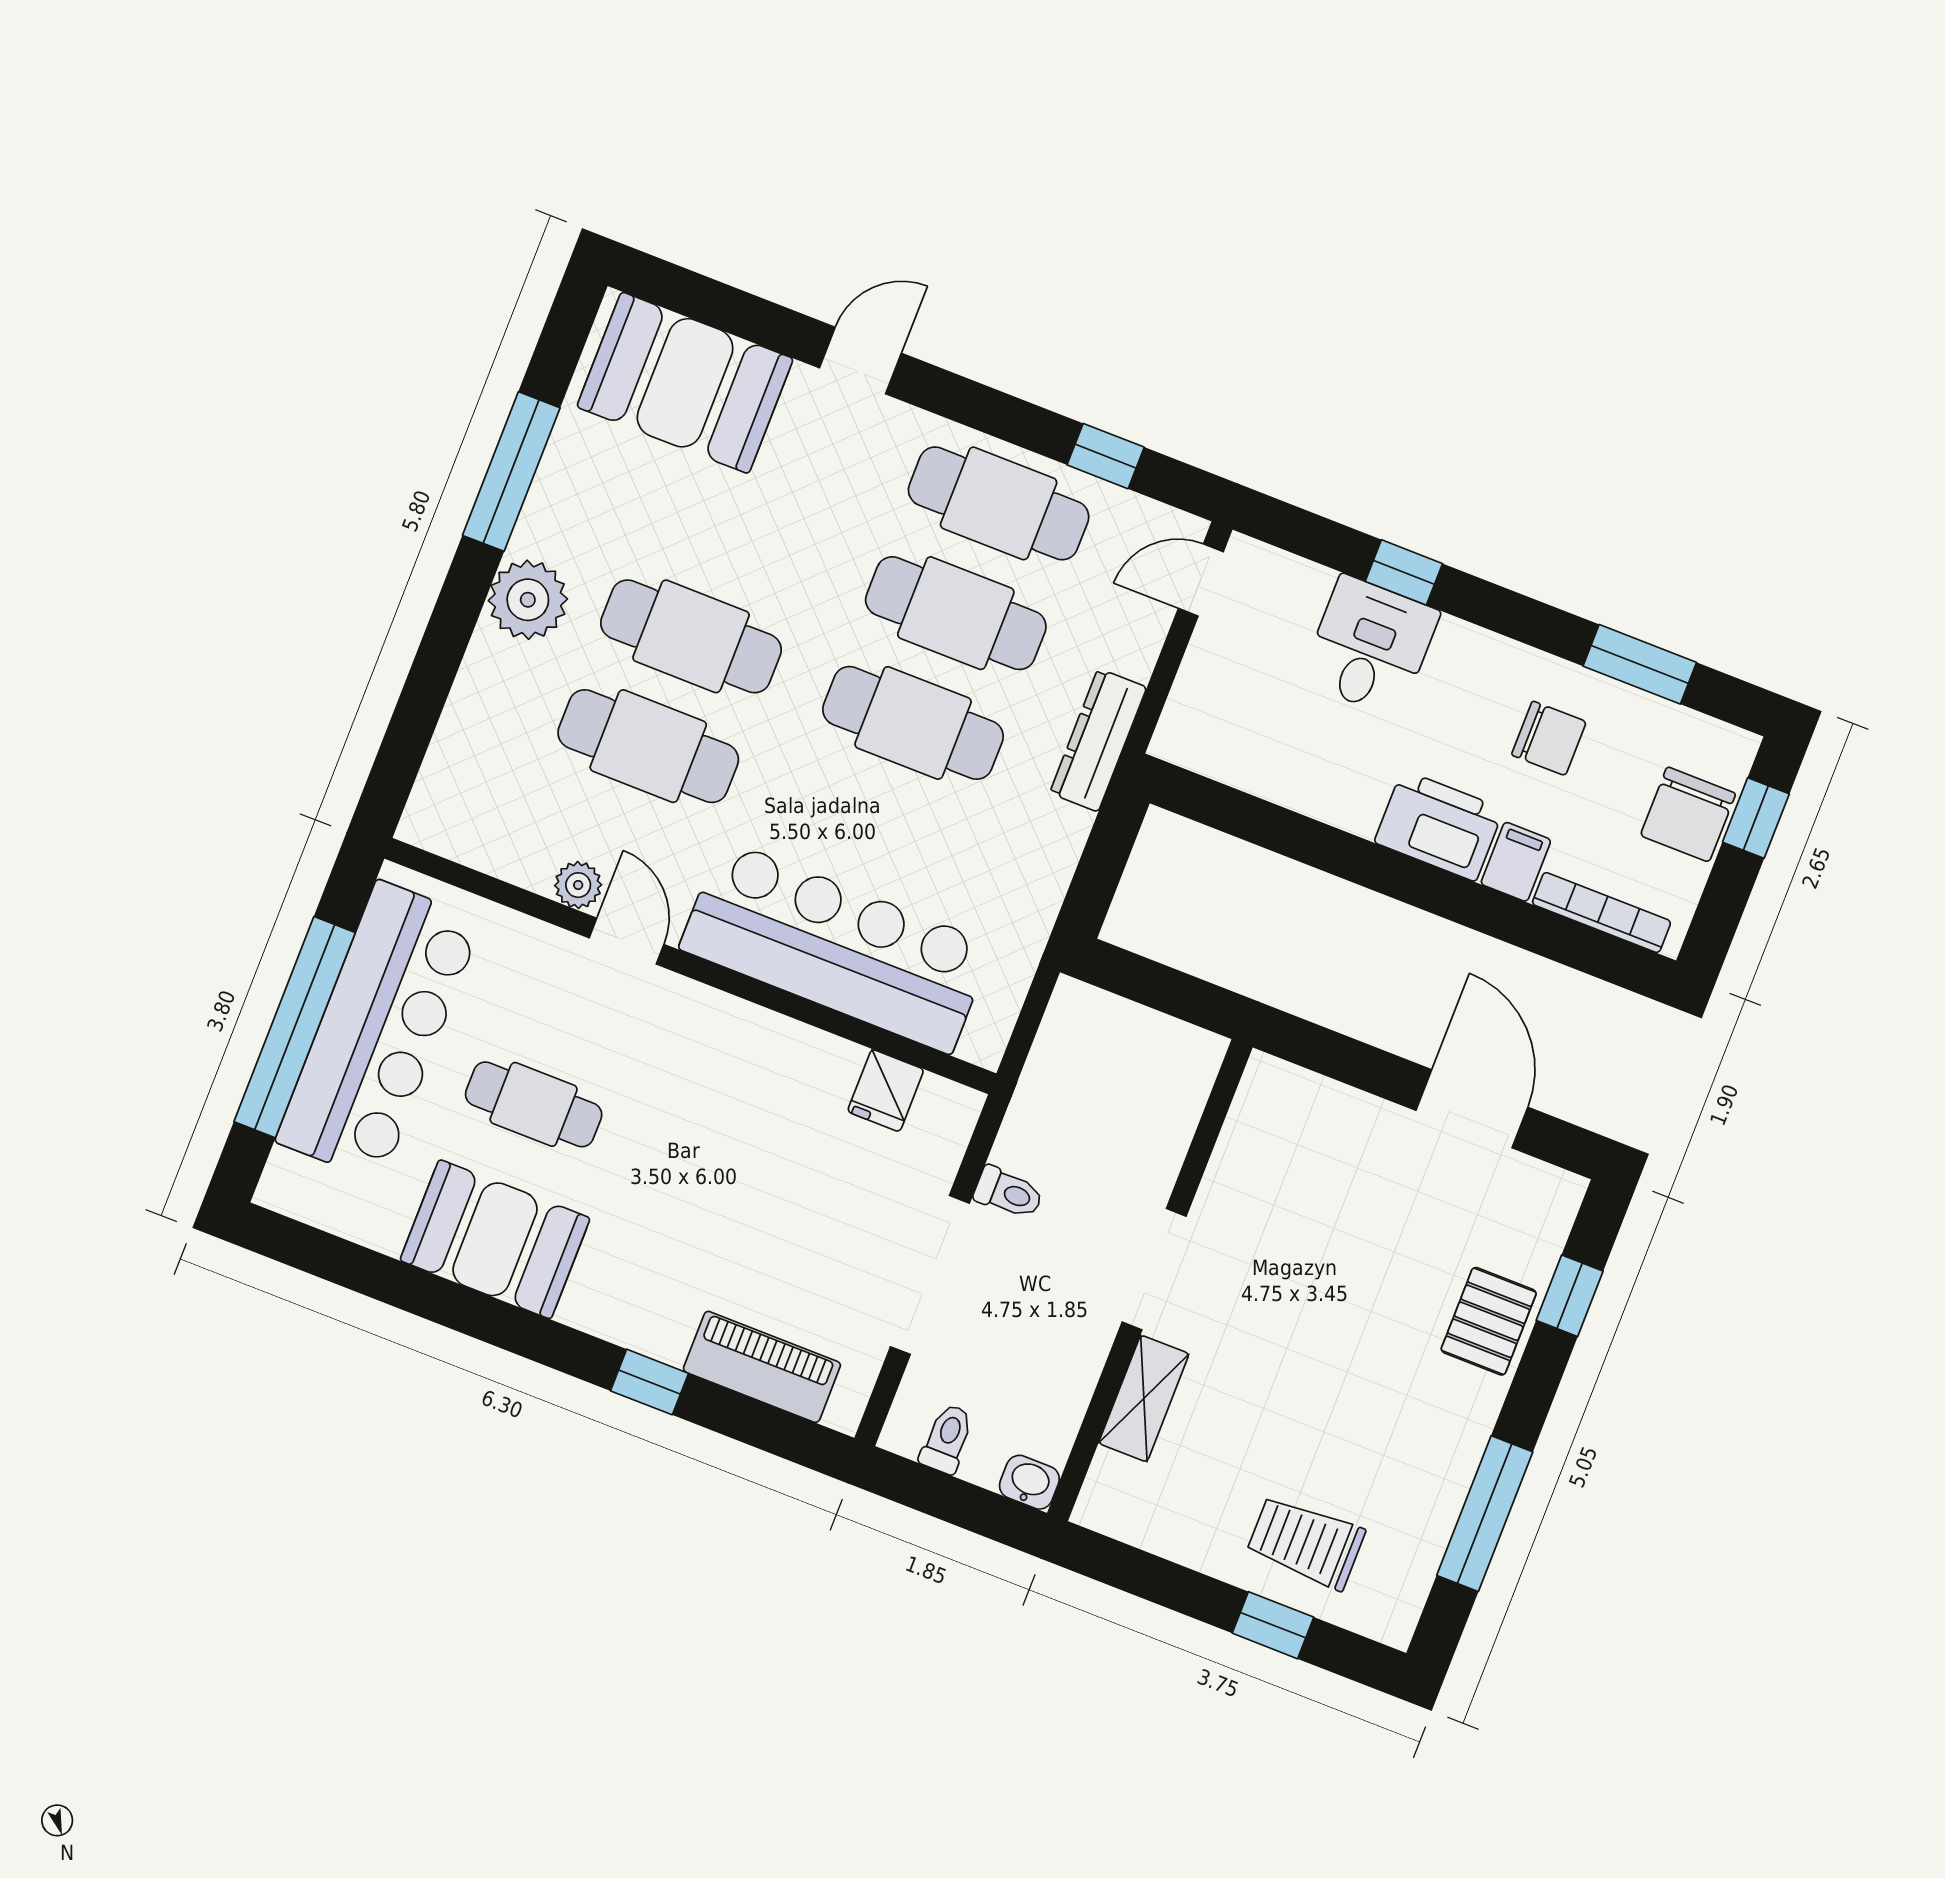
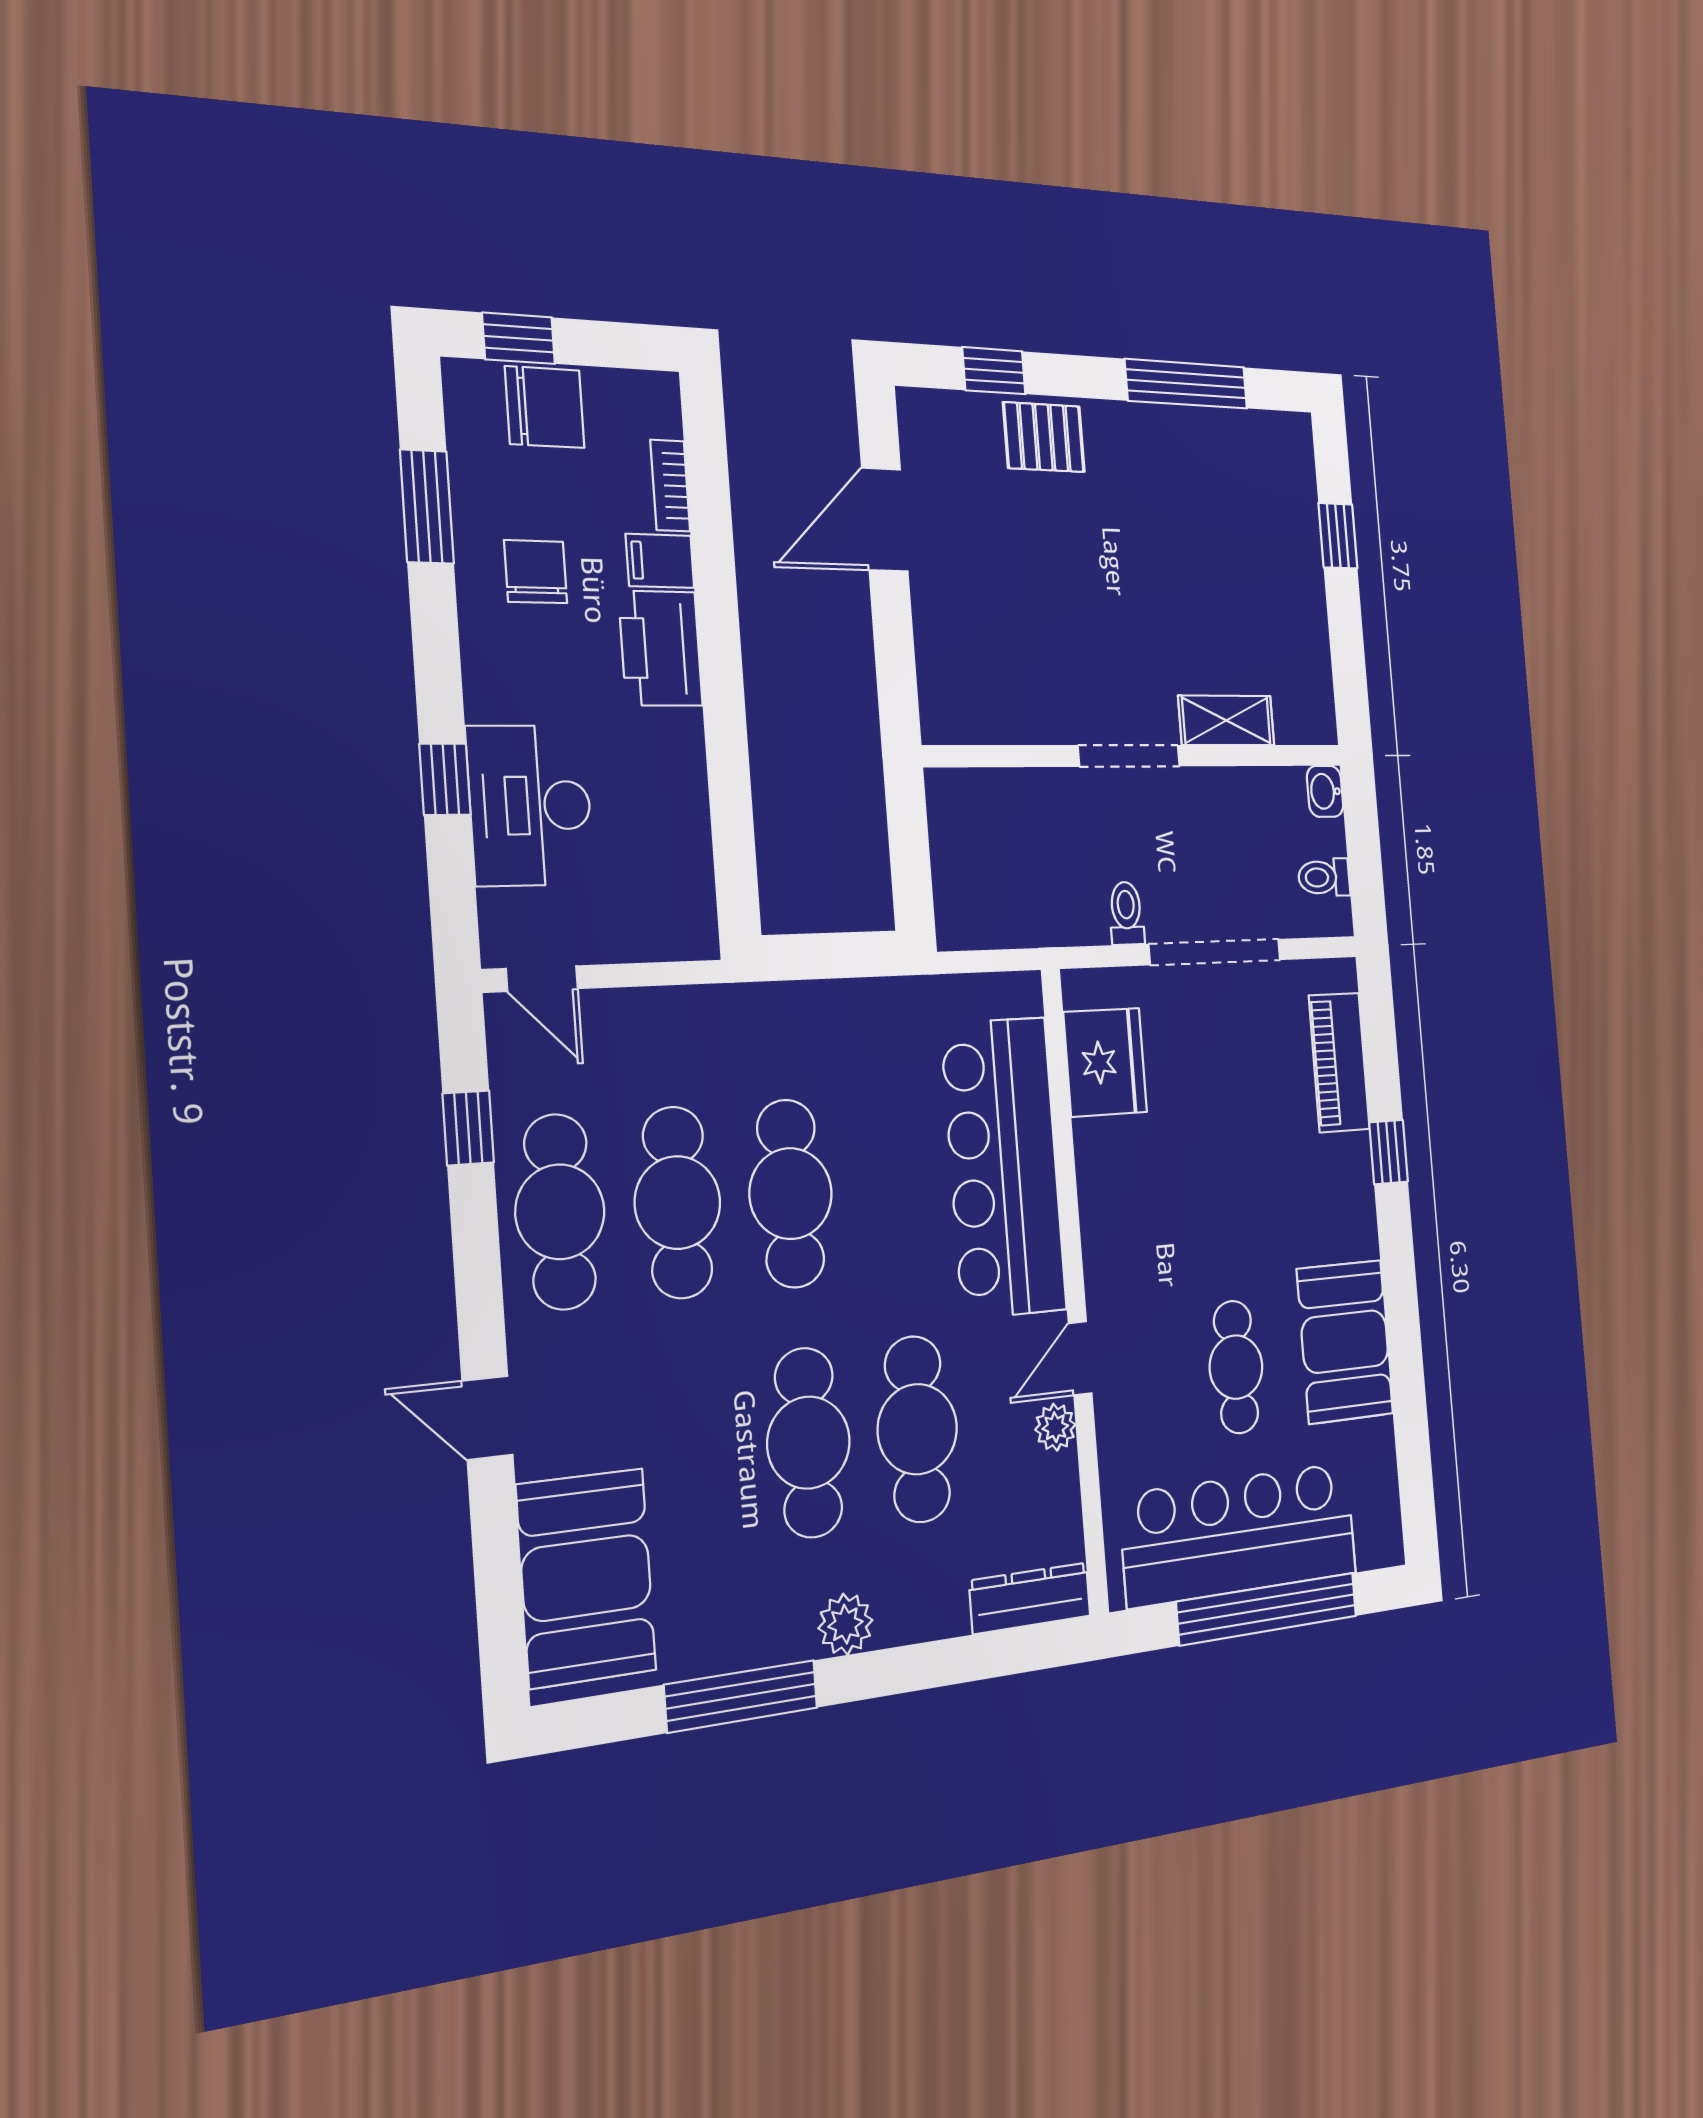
plant: (528, 600) -> (845, 1624), width x0.73, depth x0.73
desk: (1370, 646) -> (530, 805), width x1.37
dresser: (1098, 740) -> (1030, 1598), moved, turned 180
bookcase: (1601, 913) -> (670, 486), width x0.64
fridge: (886, 1090) -> (1105, 1062), width x1.88, depth x1.34
trolley: (1306, 1542) -> (1270, 533), removed

